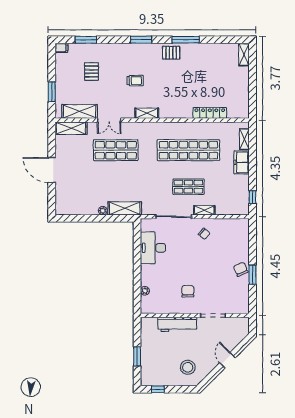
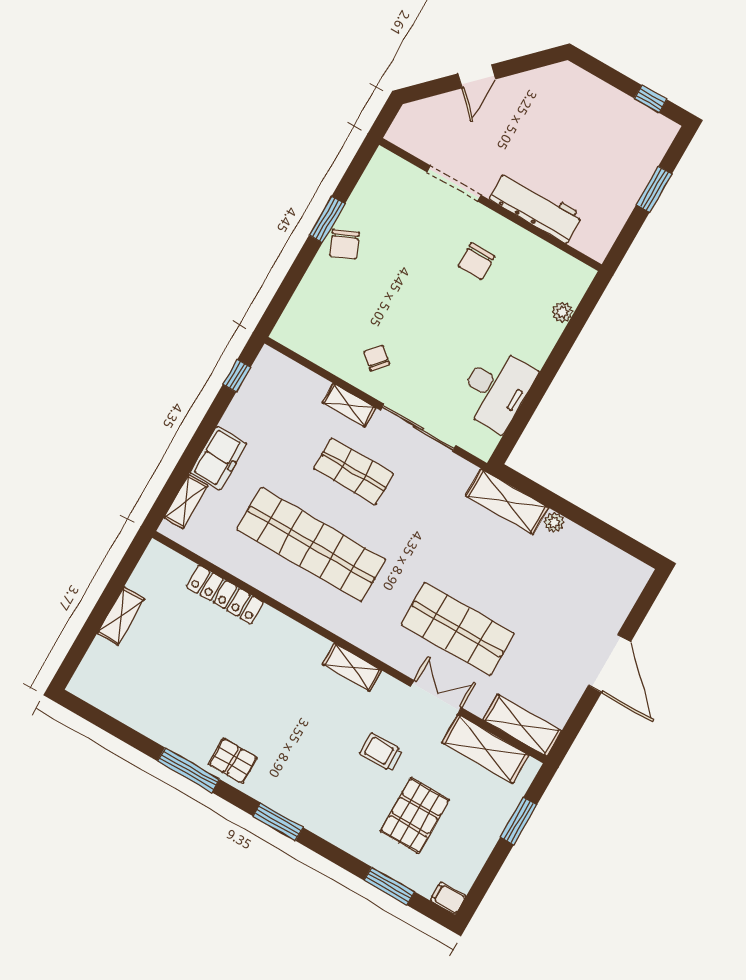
shelving: (244, 55) -> (121, 616), moved
pallet: (92, 71) -> (415, 816), width x1.50, depth x1.42
trolley: (135, 81) -> (381, 752), moved
stool: (188, 367) -> (565, 108), removed

